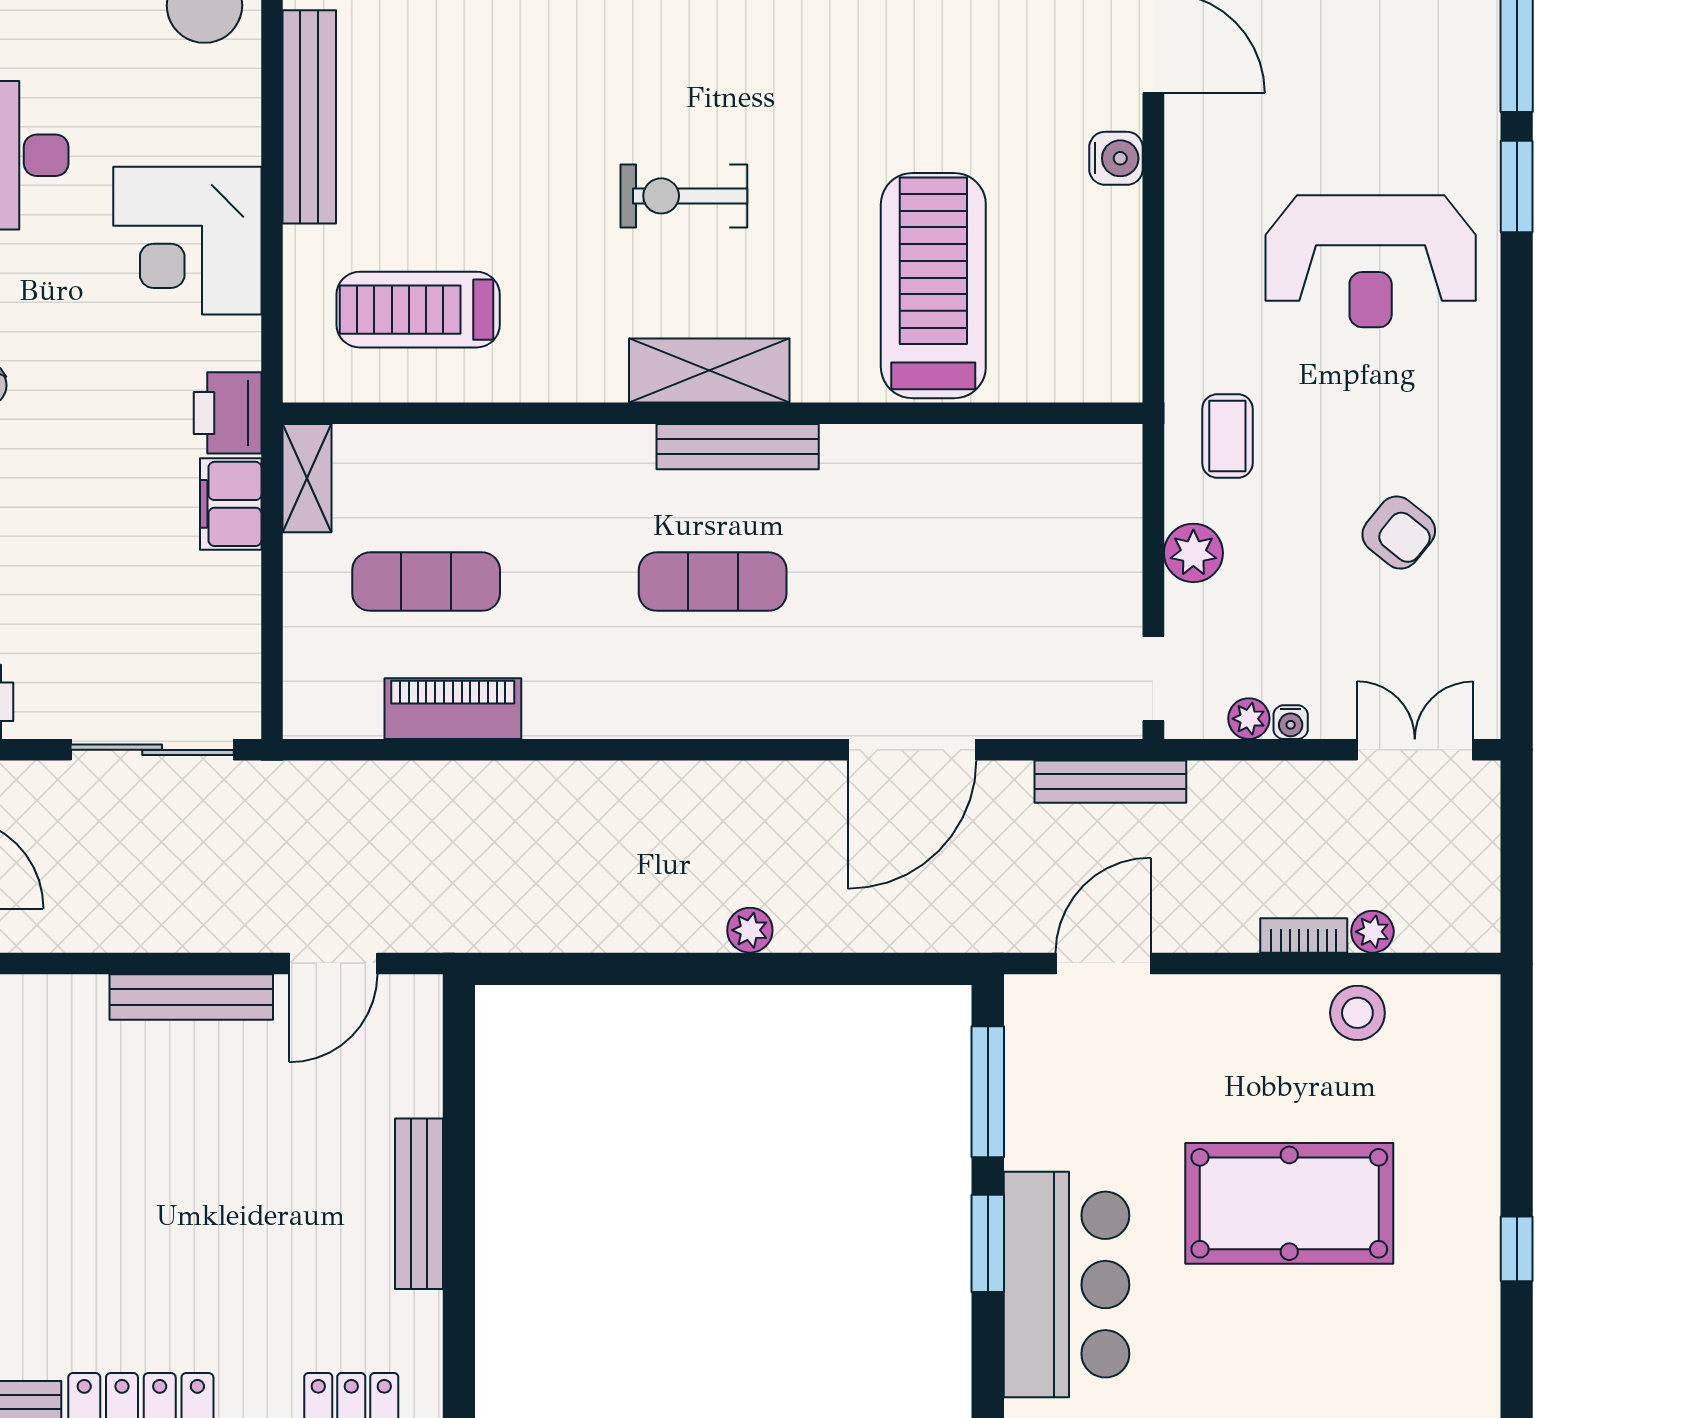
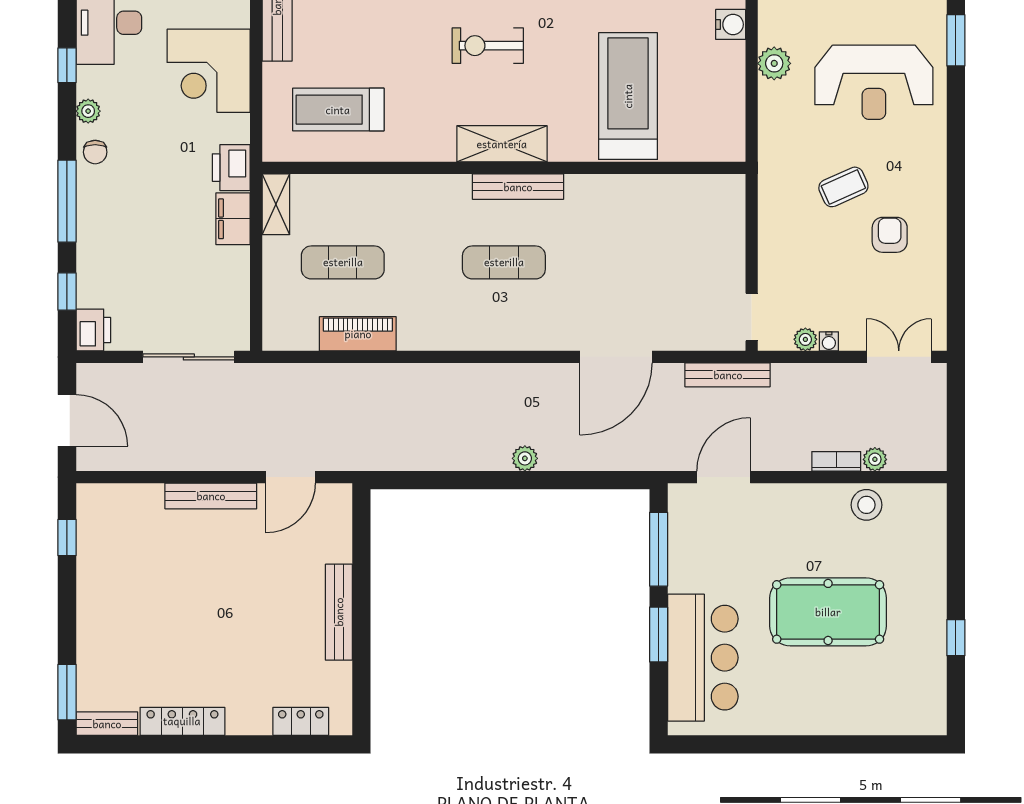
coffee table: (1227, 436) -> (843, 187), moved, turned 66
armchair: (1399, 533) -> (890, 235), turned -129
plant: (1193, 553) -> (774, 63), moved

